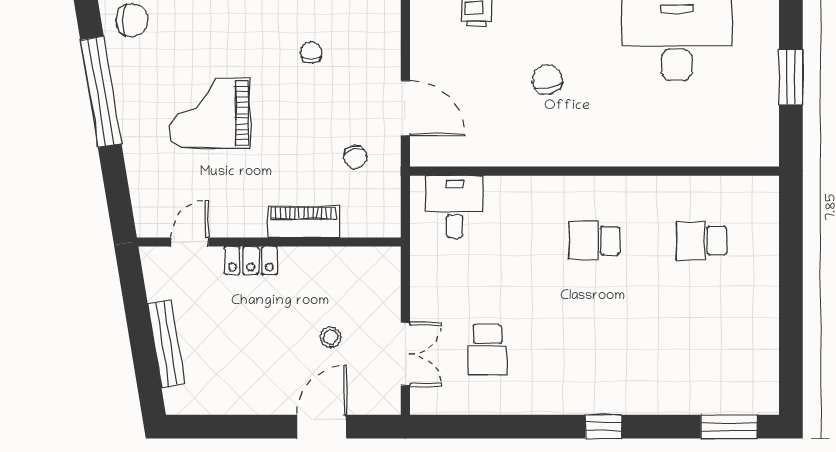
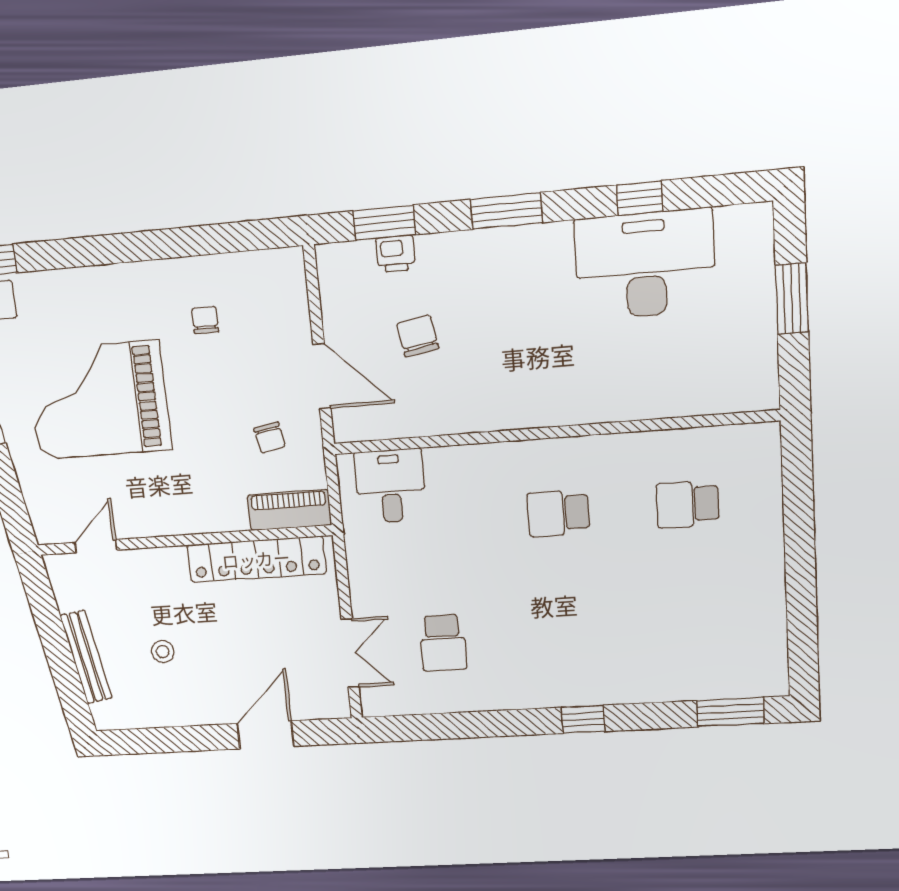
chair: (547, 80) -> (418, 336), moved
grand piano: (210, 113) -> (98, 400), width x1.37, depth x1.48
piano: (304, 222) -> (289, 510), moved
locker: (251, 261) -> (256, 559), moved, width x2.16, depth x1.21
stool: (331, 337) -> (163, 652), moved

